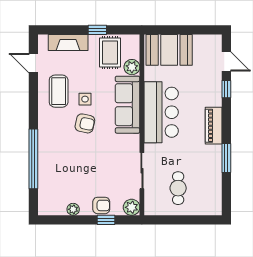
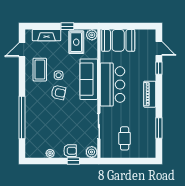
door: (33, 63) -> (22, 50), hinge flipped
plant: (132, 67) -> (92, 35), moved
window: (226, 158) -> (159, 128), moved

